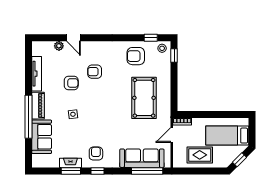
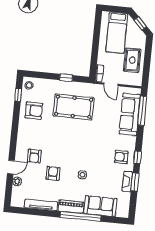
armchair: (136, 56) -> (34, 111), turned -90
window: (174, 56) -> (66, 78), moved
armchair: (95, 72) -> (34, 156), moved

